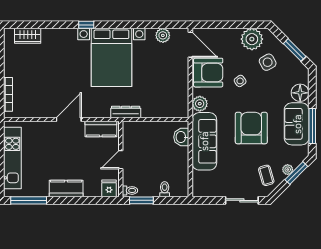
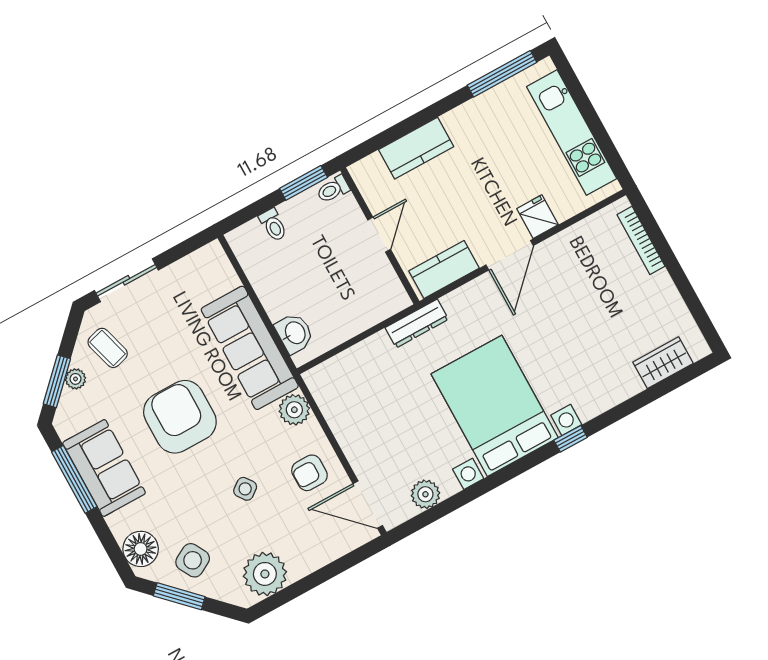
side table: (268, 62) -> (193, 560), moved
armchair: (208, 73) -> (309, 473), width x0.53, depth x0.53
floor lamp: (300, 93) -> (141, 549), moved
armchair: (251, 128) -> (180, 417), turned 180
fridge: (109, 188) -> (537, 217), moved, turned 180
kitchen counter: (66, 189) -> (416, 148), moved

